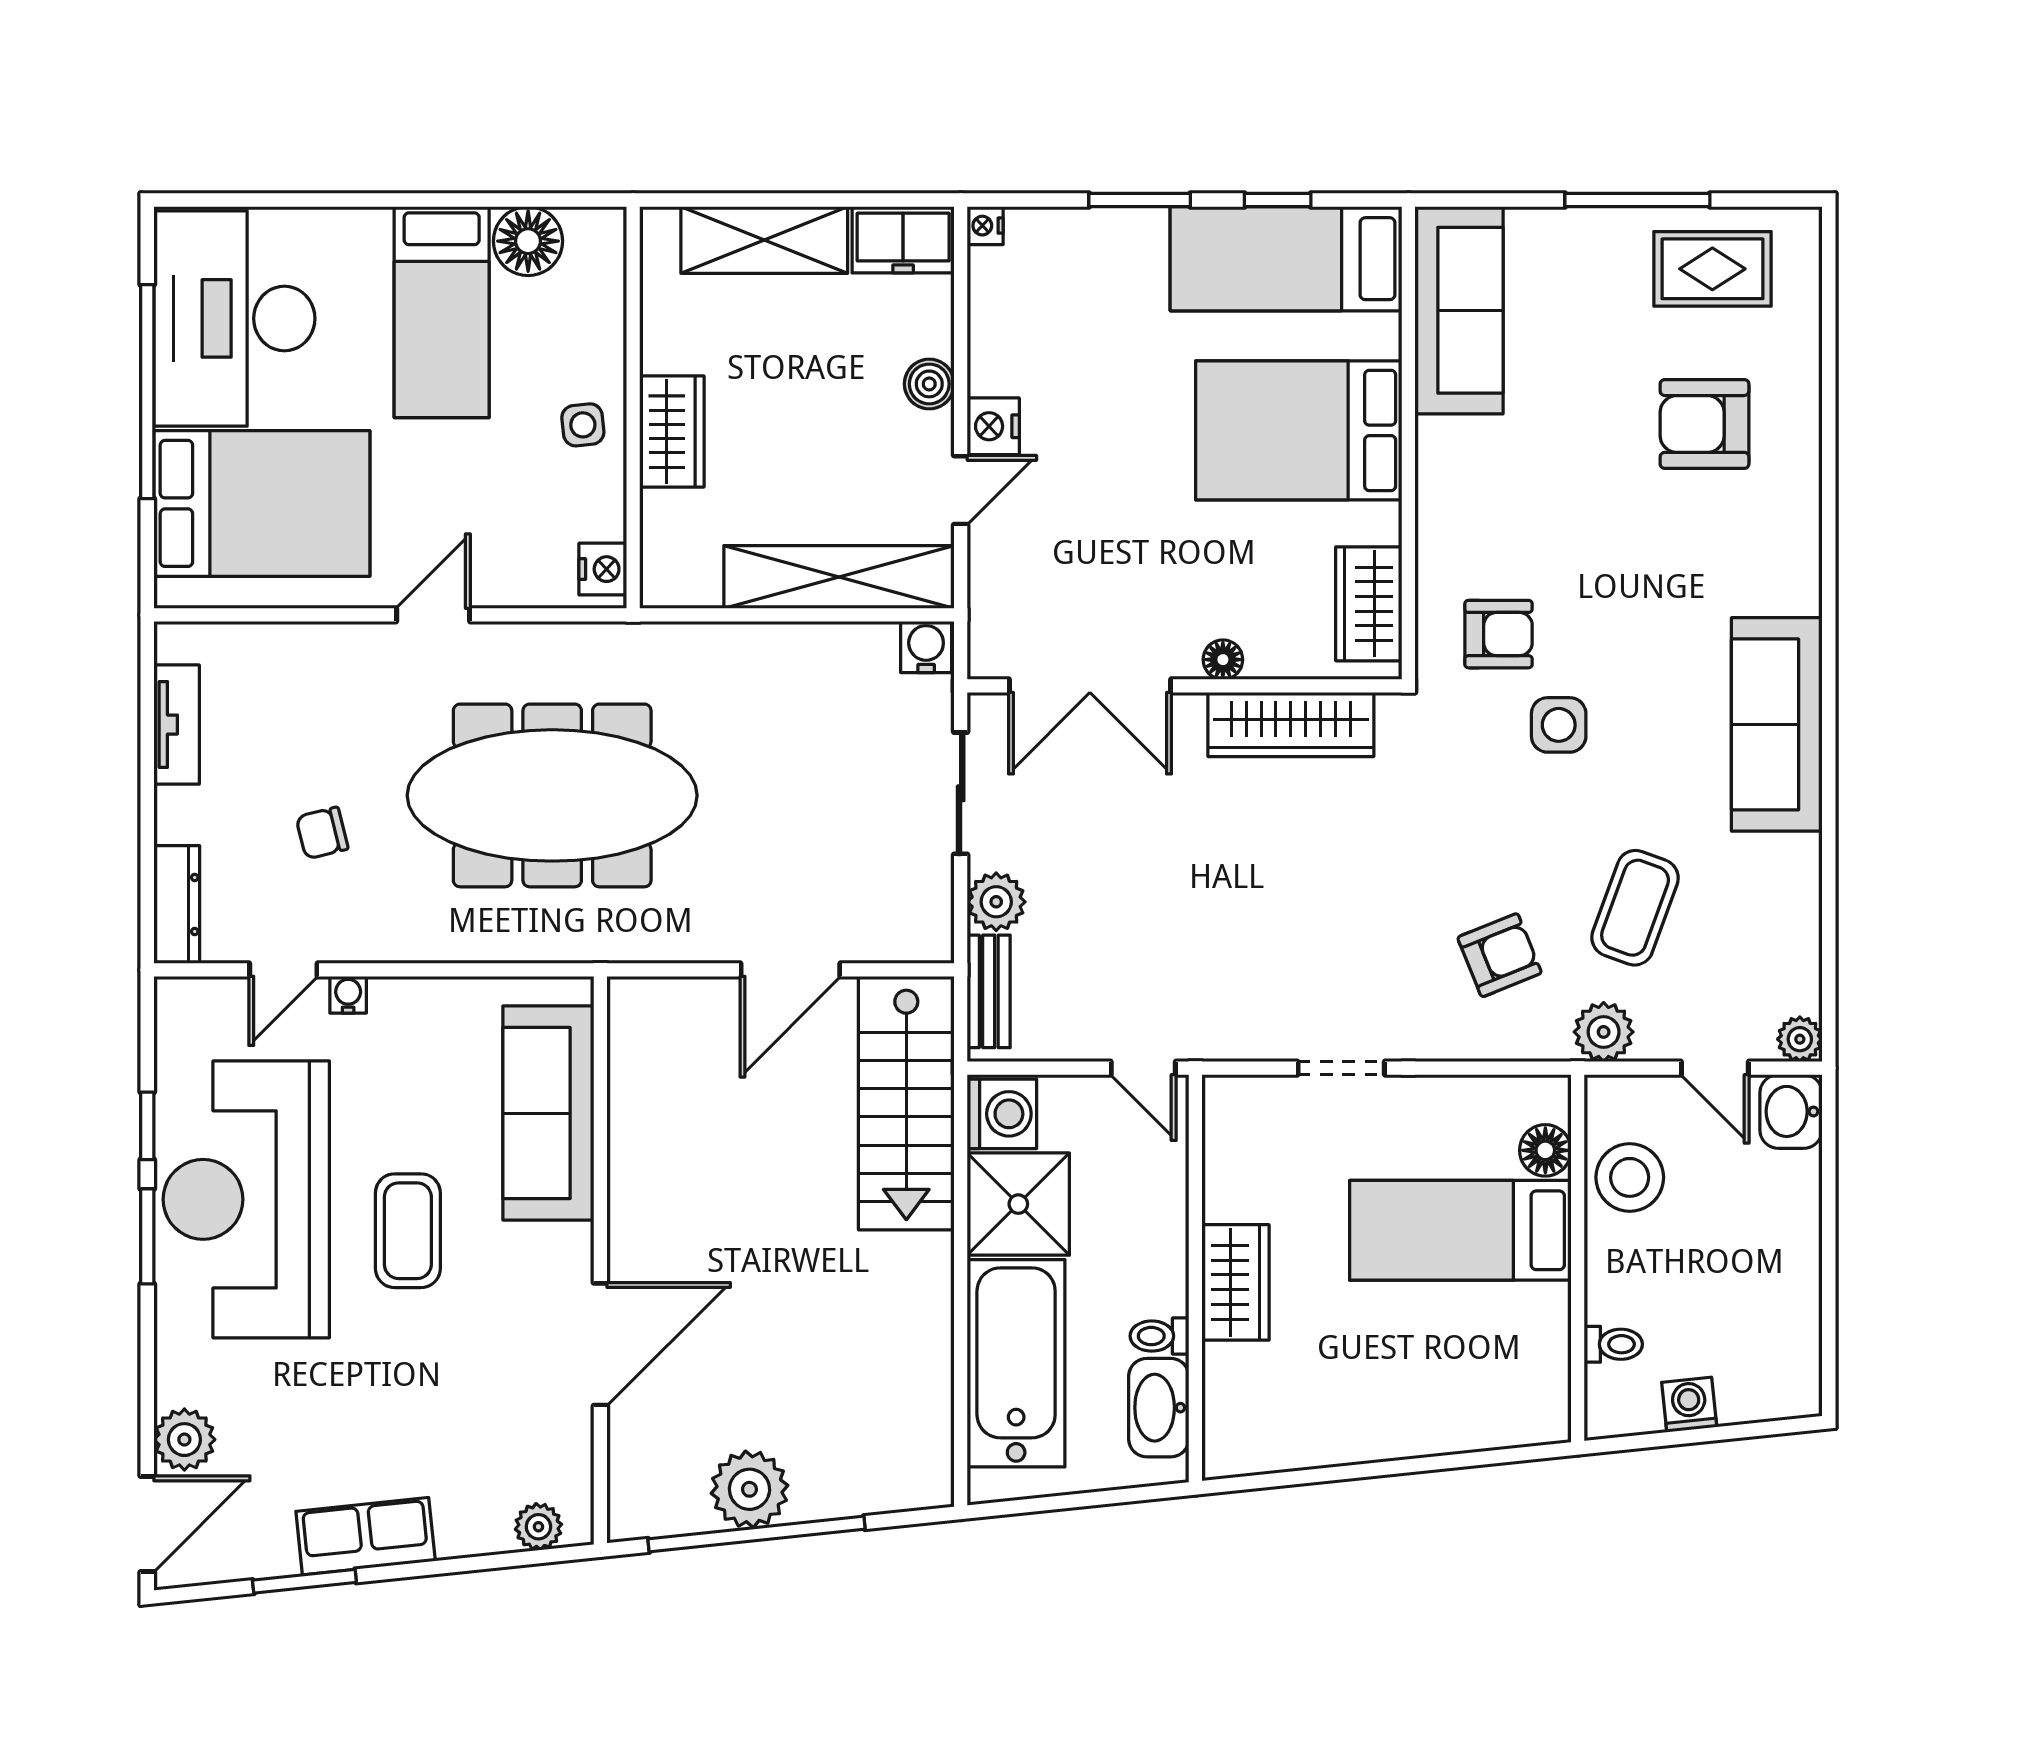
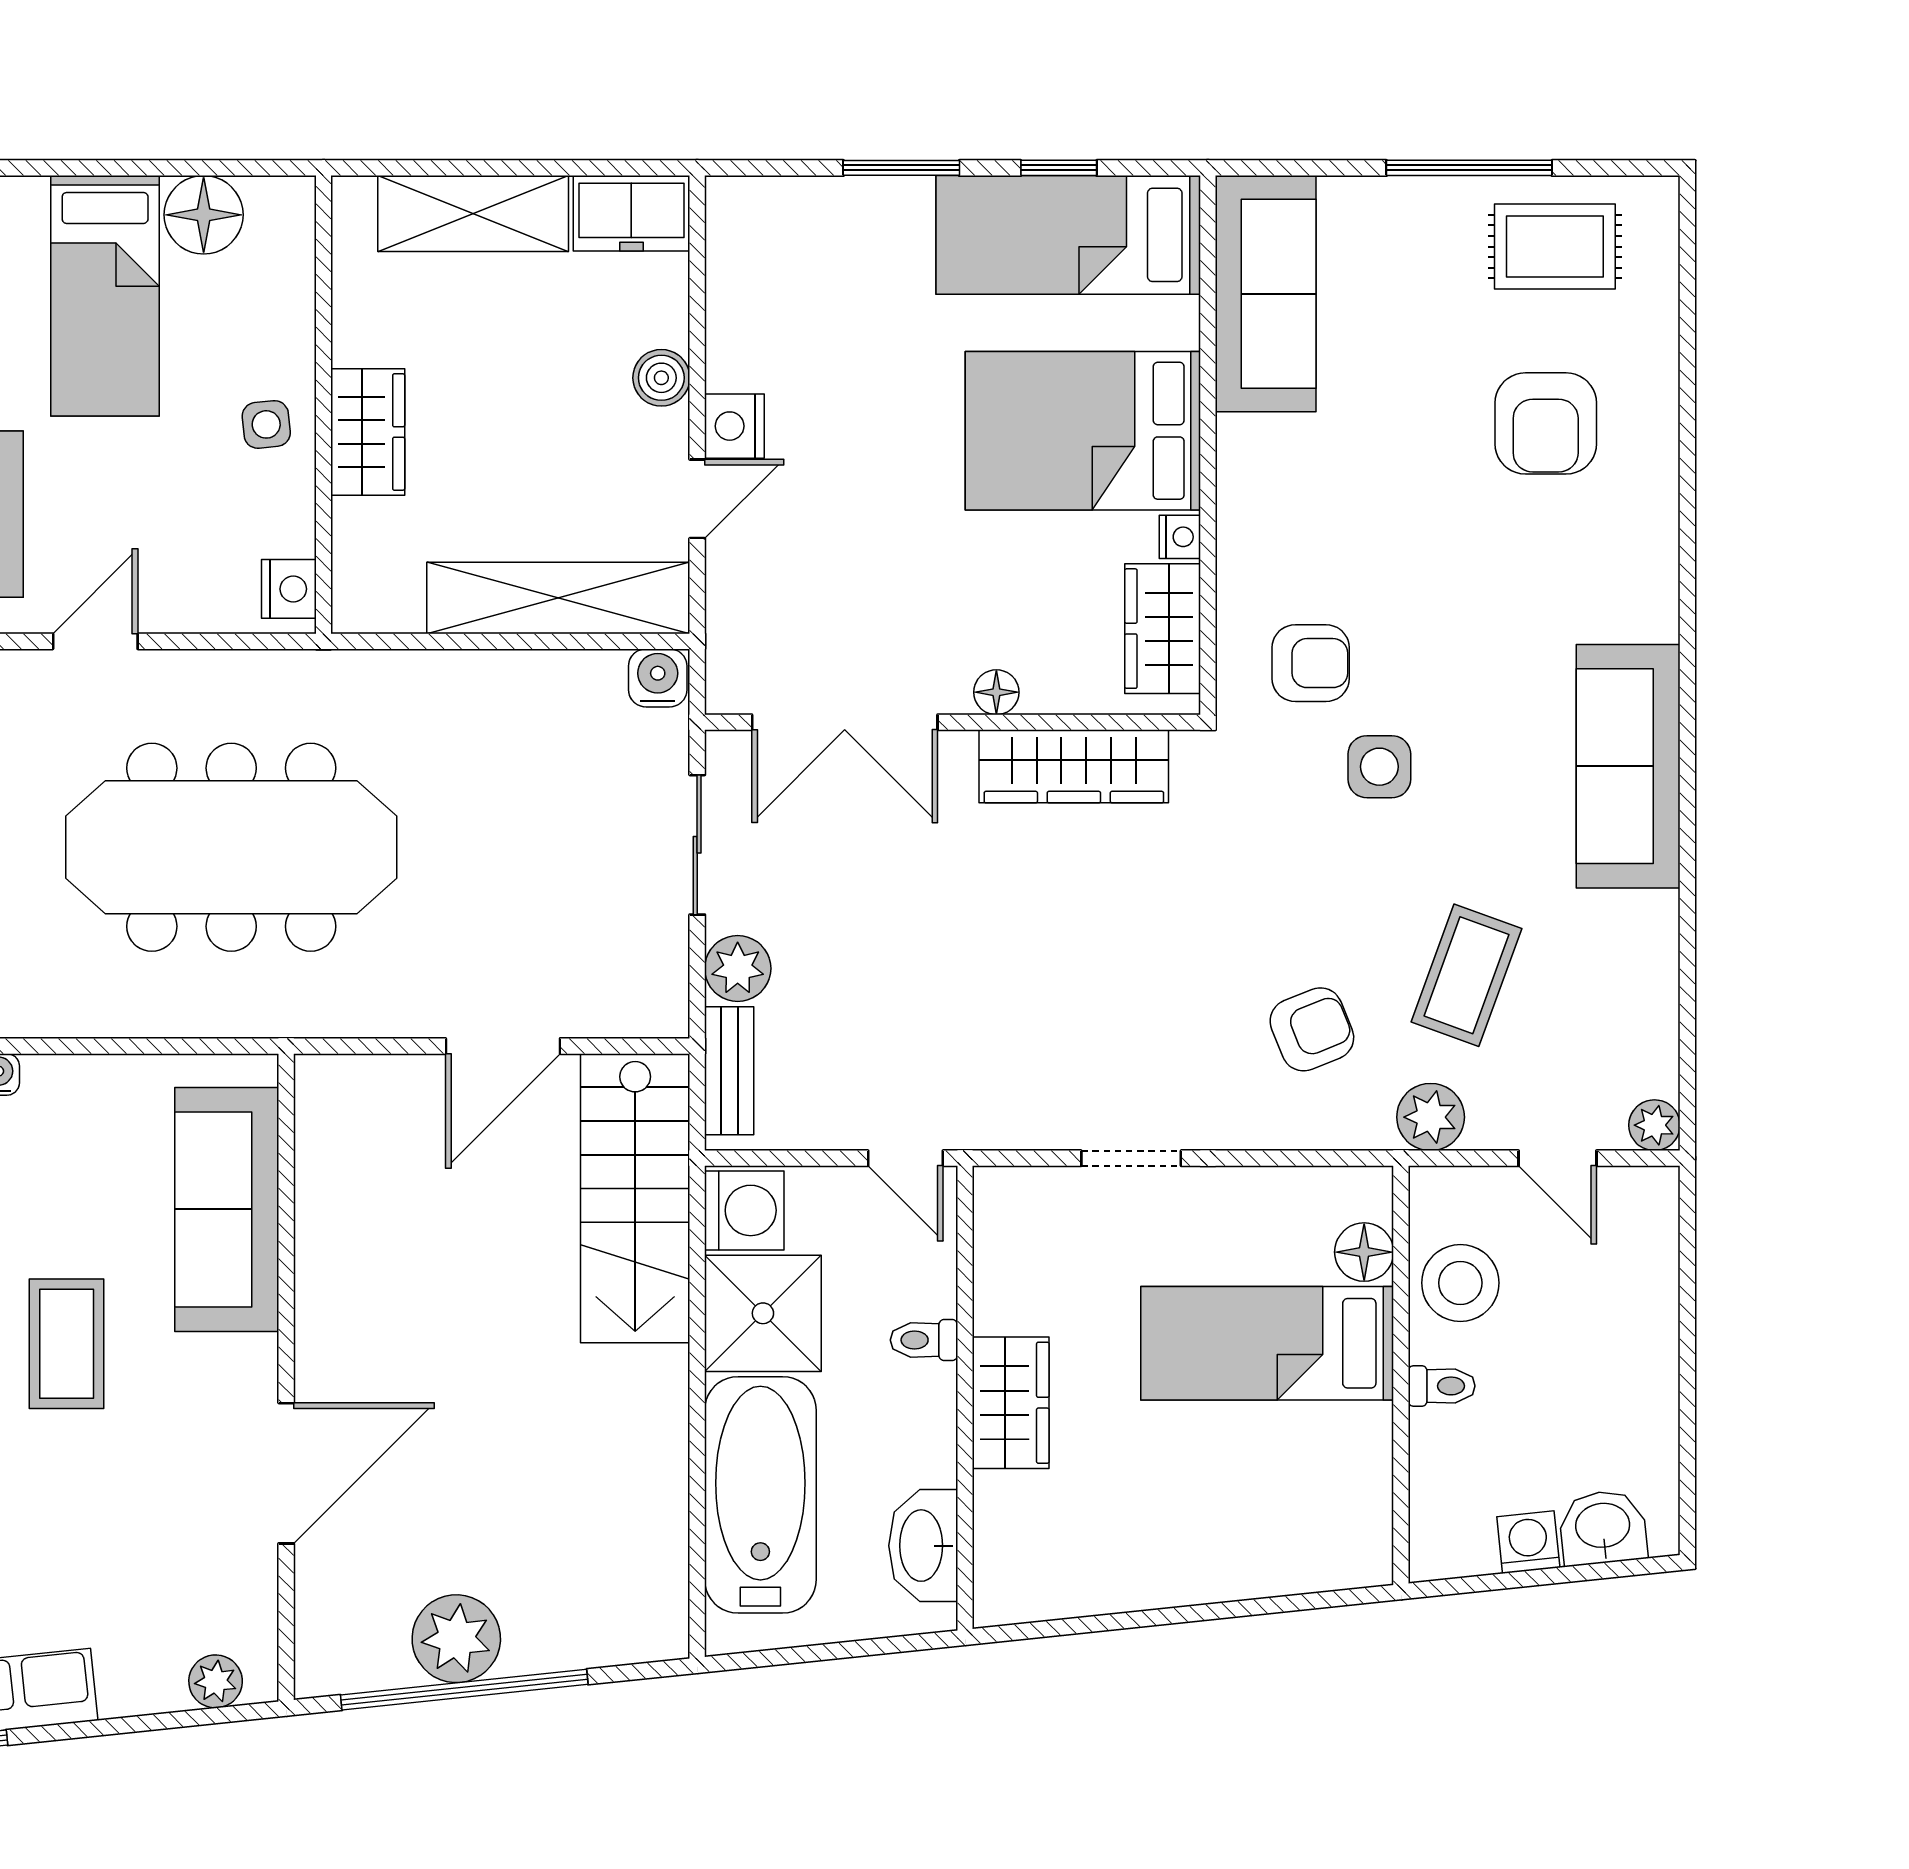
nightstand: (985, 226) -> (1180, 537), moved, turned 180
armchair: (1705, 424) -> (1546, 423), turned -90
washbasin: (1791, 1111) -> (1603, 1527), moved, turned 84
toilet: (1159, 1336) -> (924, 1340), moved
toilet: (1613, 1344) -> (1442, 1386), moved

